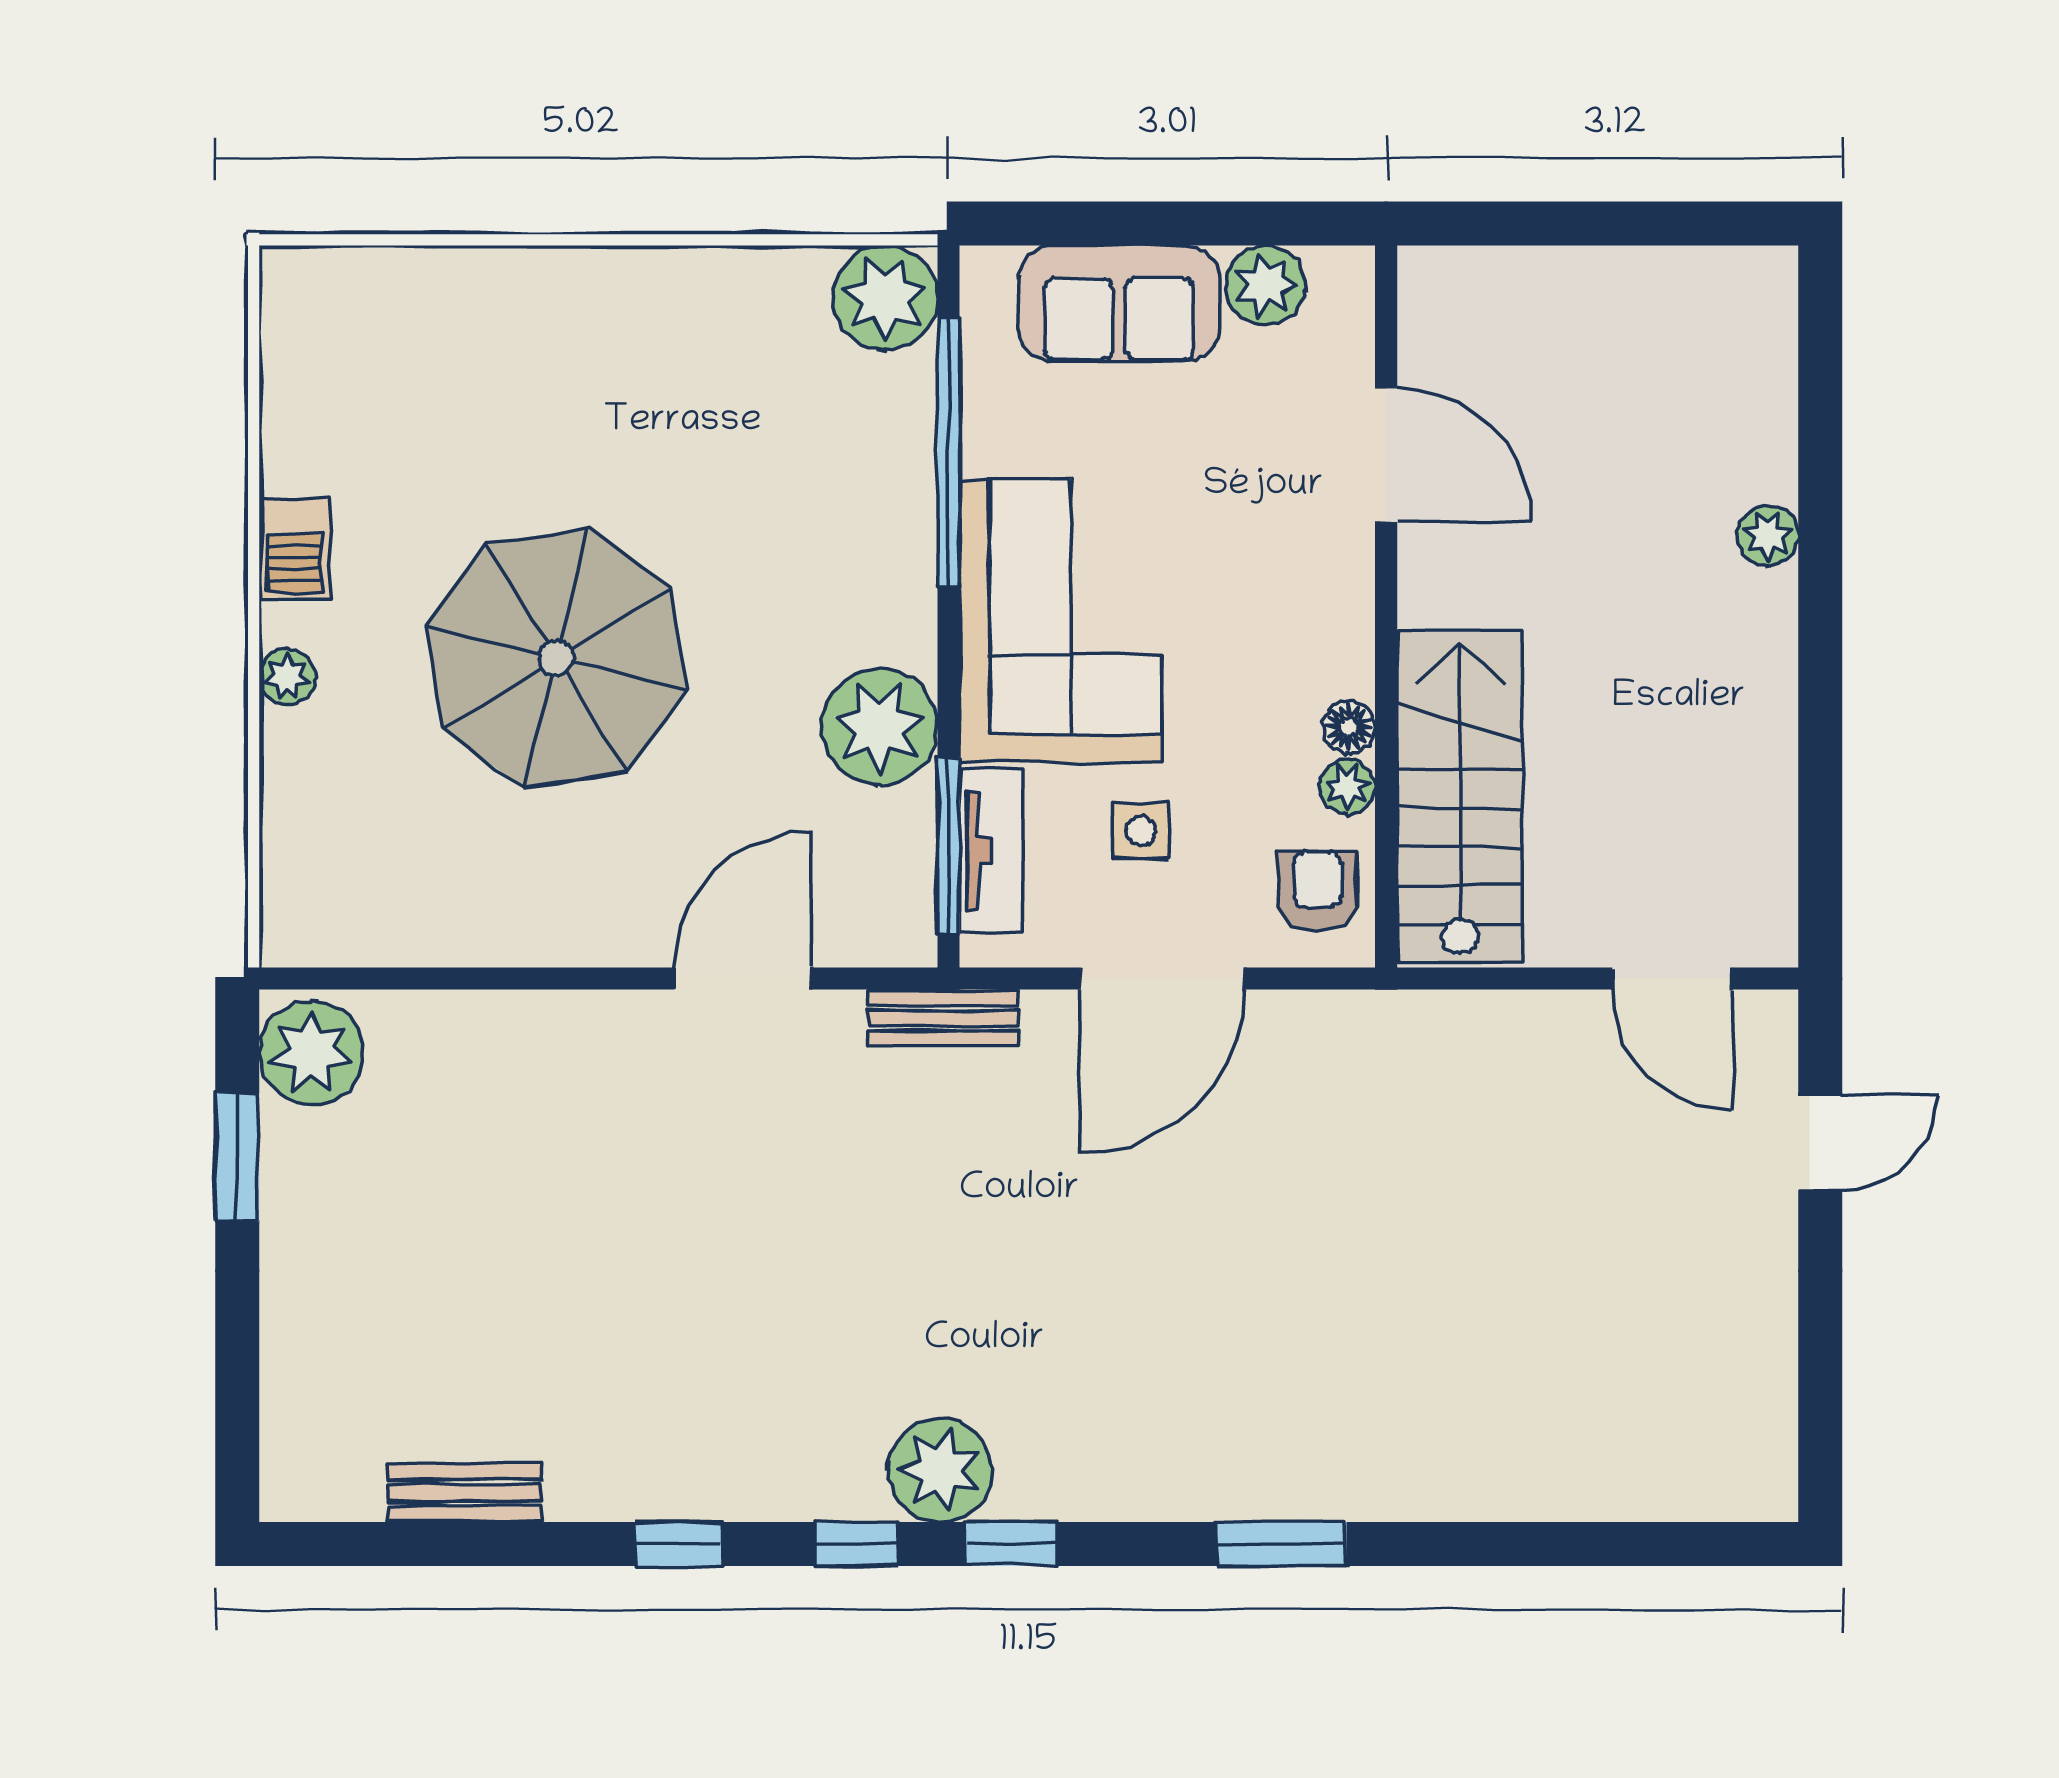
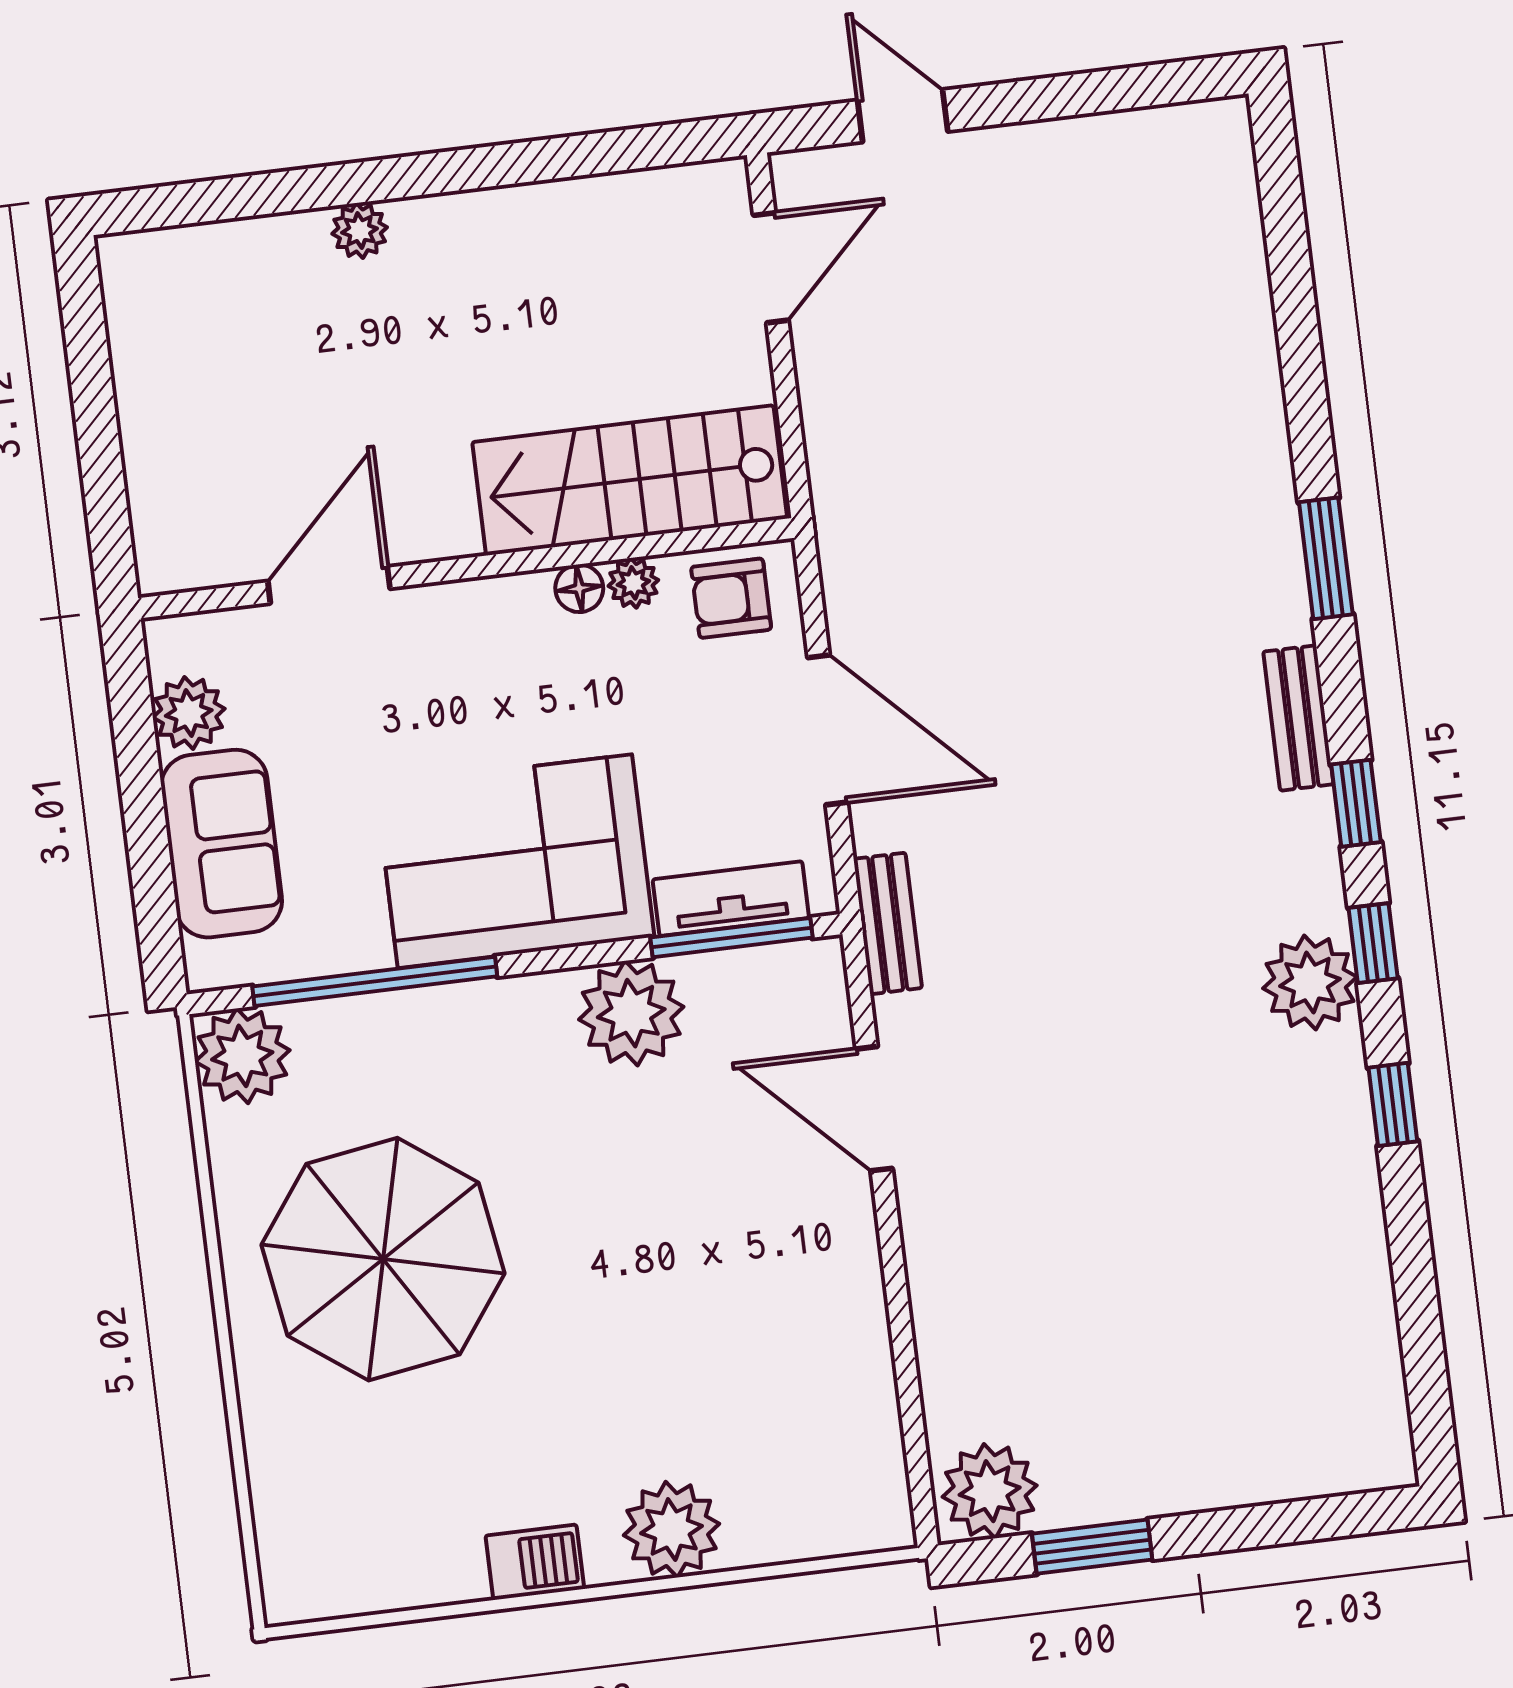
parasol: (556, 658) -> (383, 1259), moved
plant: (287, 677) -> (672, 1530), width x1.88, depth x1.88
side table: (1141, 831) -> (696, 765), removed
plant: (940, 1470) -> (1310, 983), moved
bench: (465, 1493) -> (1298, 718), moved

